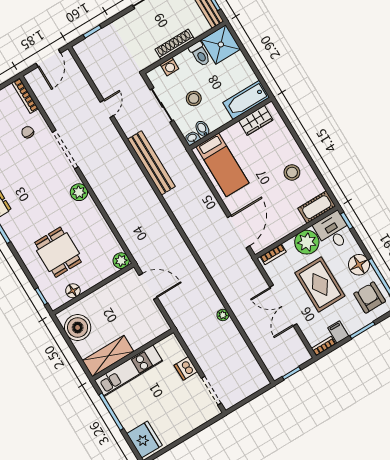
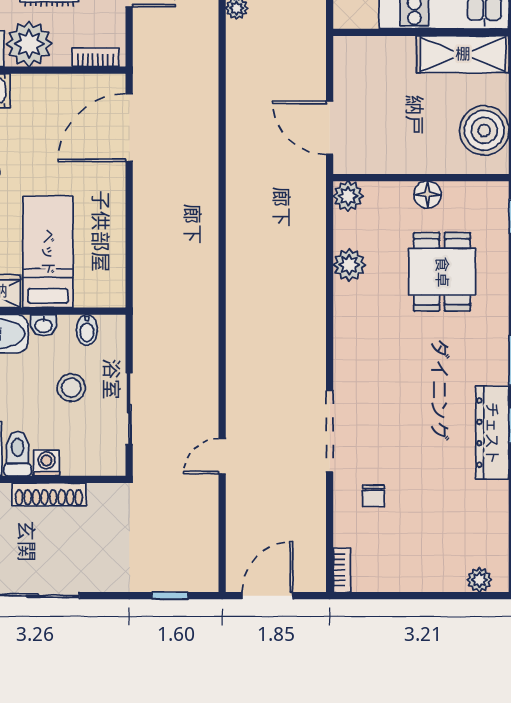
washing machine: (169, 67) -> (46, 463), moved
bookcase: (25, 96) -> (342, 570), width x0.64
washbasin: (192, 138) -> (43, 325), moved
bench: (151, 163) -> (203, 325), removed
bed: (222, 165) -> (48, 252), moved
plant: (79, 192) -> (349, 265), moved
floor lamp: (73, 291) -> (428, 195), moved

